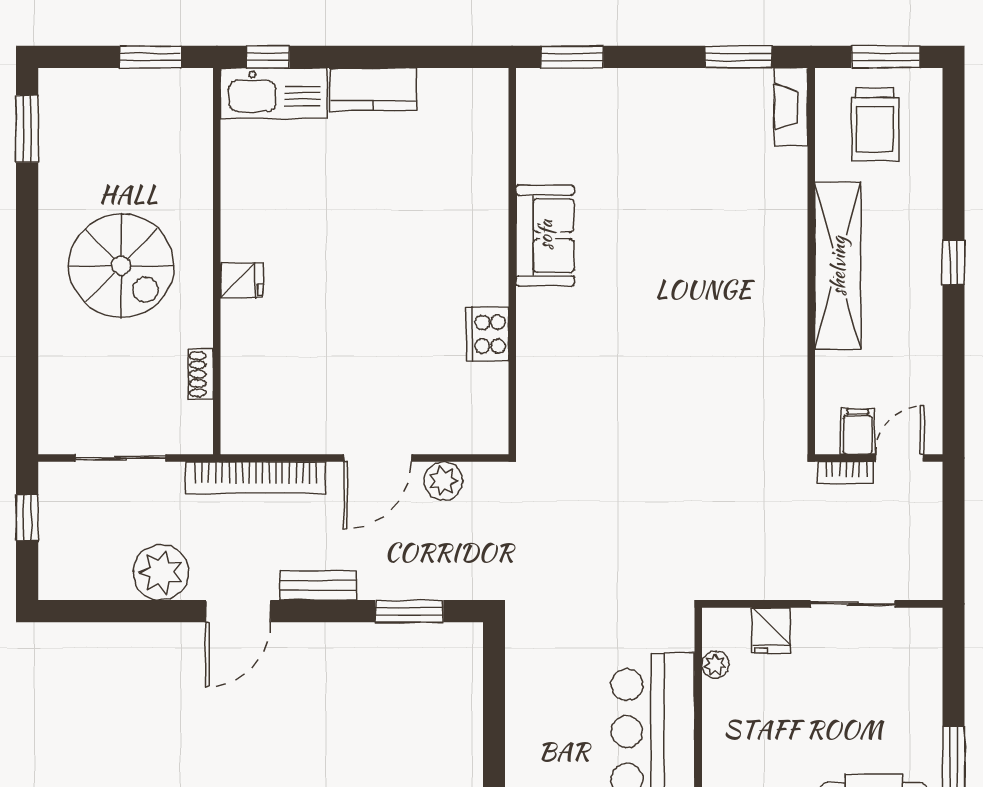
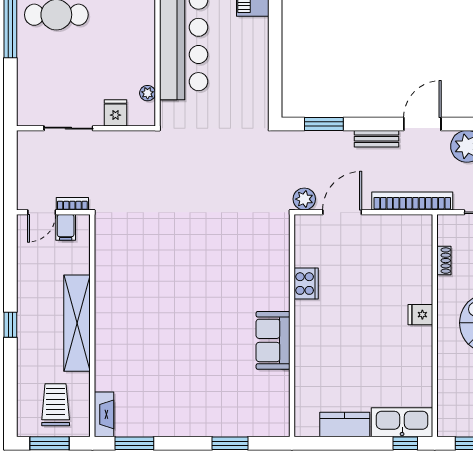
sofa: (545, 235) -> (273, 340), moved
wall: (512, 261) -> (292, 326), moved
cooker: (488, 334) -> (306, 284), moved

